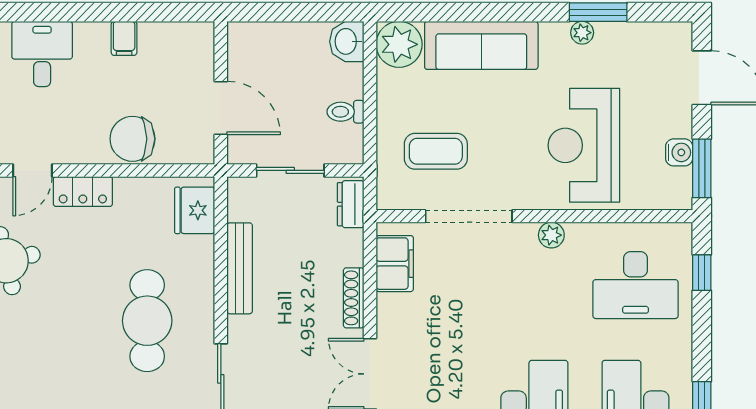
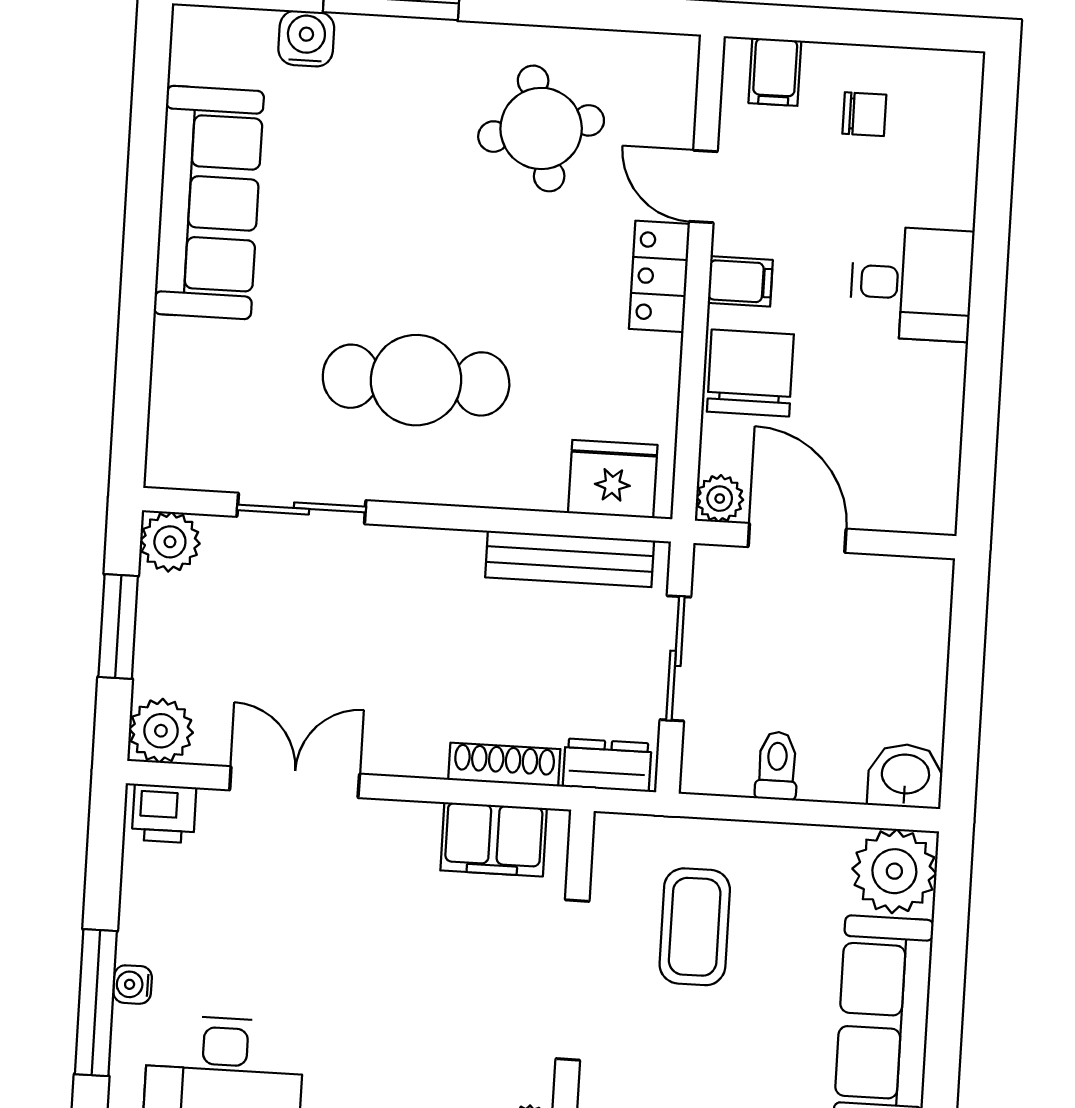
filing cabinet: (124, 38) -> (740, 281), moved, turned 180
desk: (42, 54) -> (912, 284), moved
door: (221, 108) -> (797, 538), swing flipped
plant: (202, 151) -> (720, 499), added
bench: (240, 268) -> (570, 559), moved
shoe rack: (354, 298) -> (504, 765), moved

